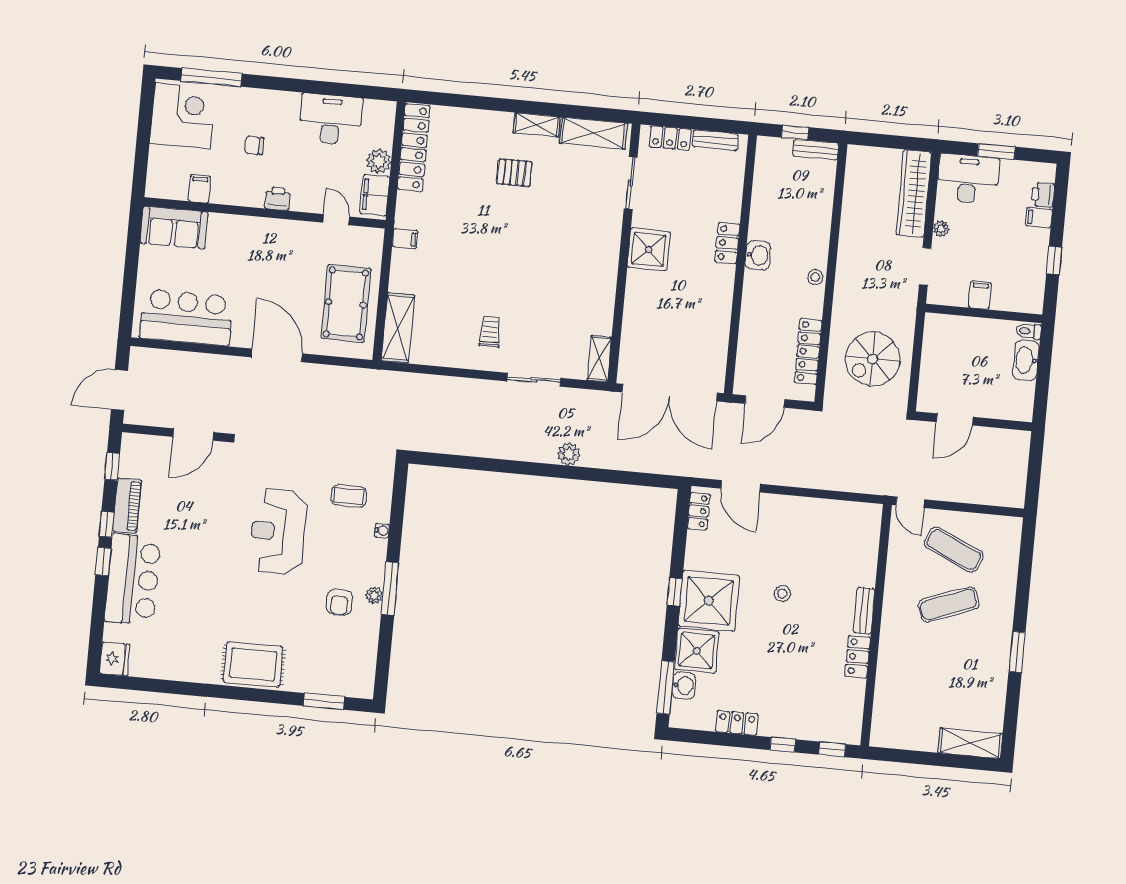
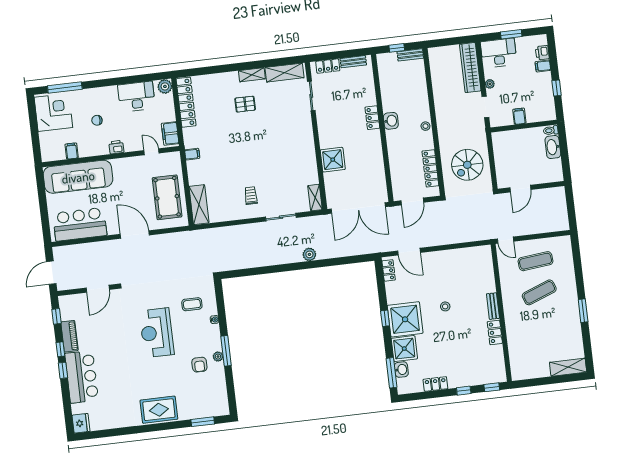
plant: (379, 161) -> (165, 86), moved
sofa: (174, 227) -> (78, 177), width x1.85, depth x1.27
shower: (649, 249) -> (333, 160), moved
exercise mat: (954, 549) -> (536, 261), turned -30

